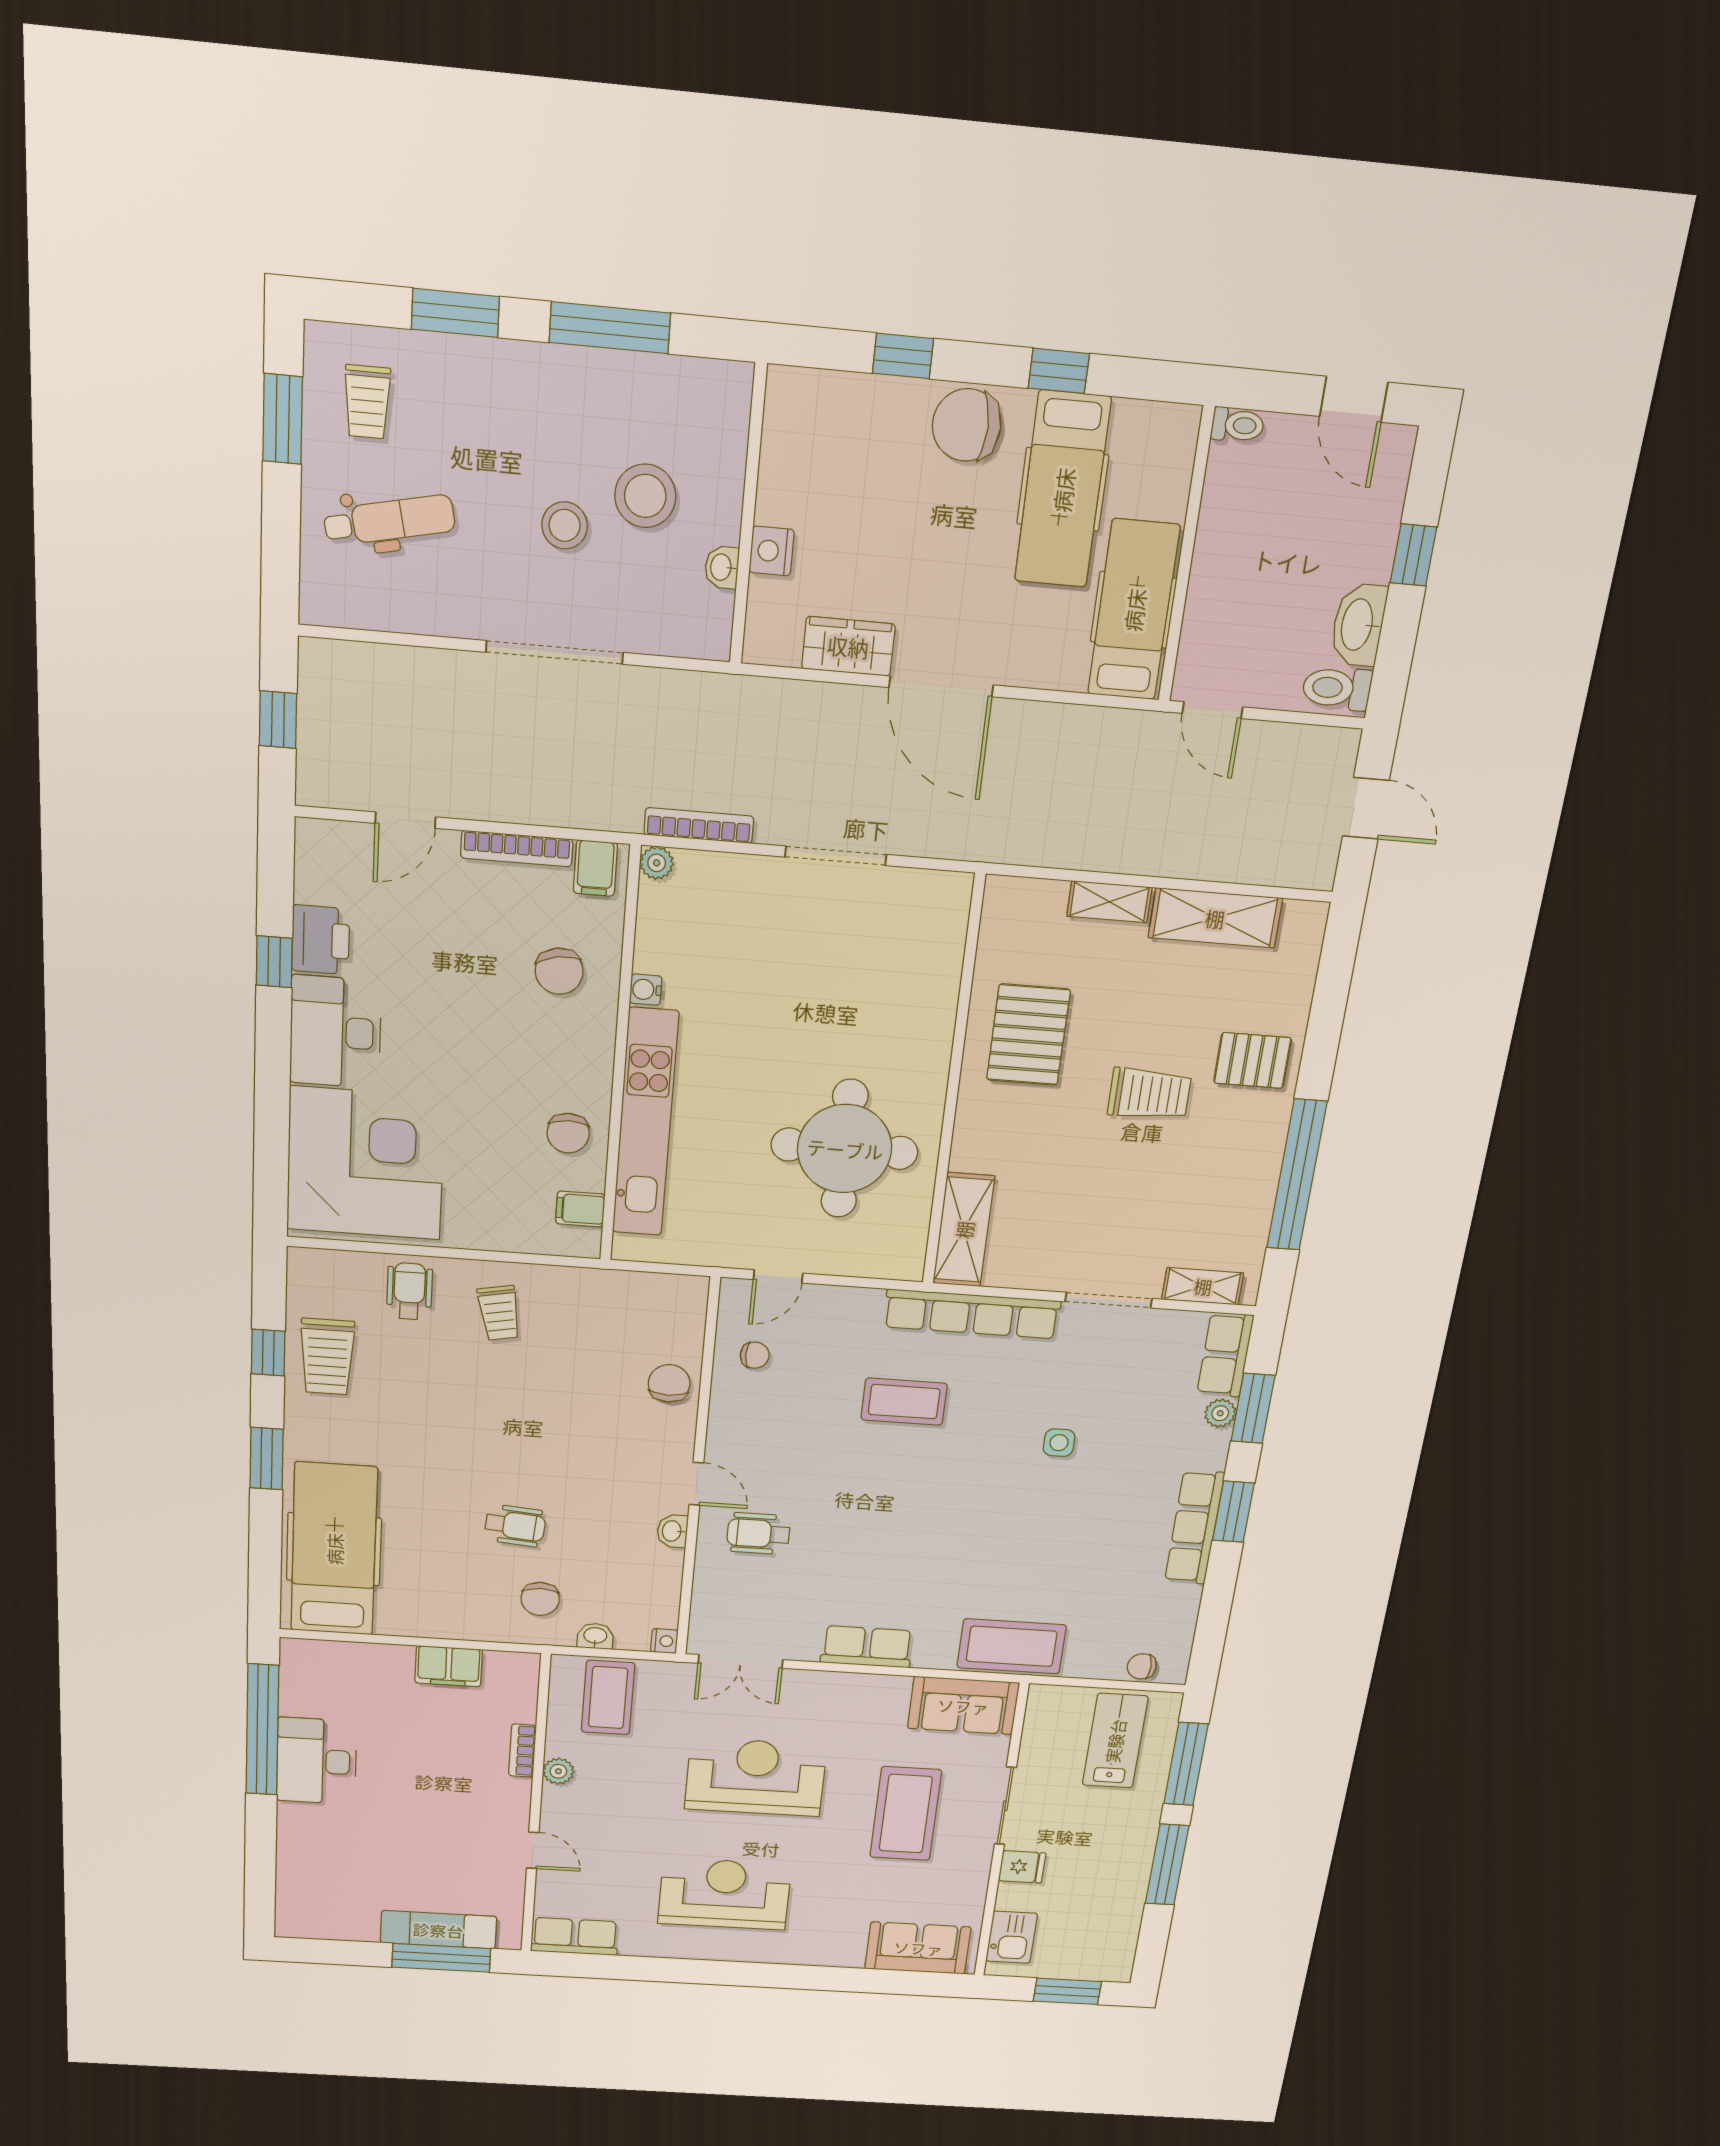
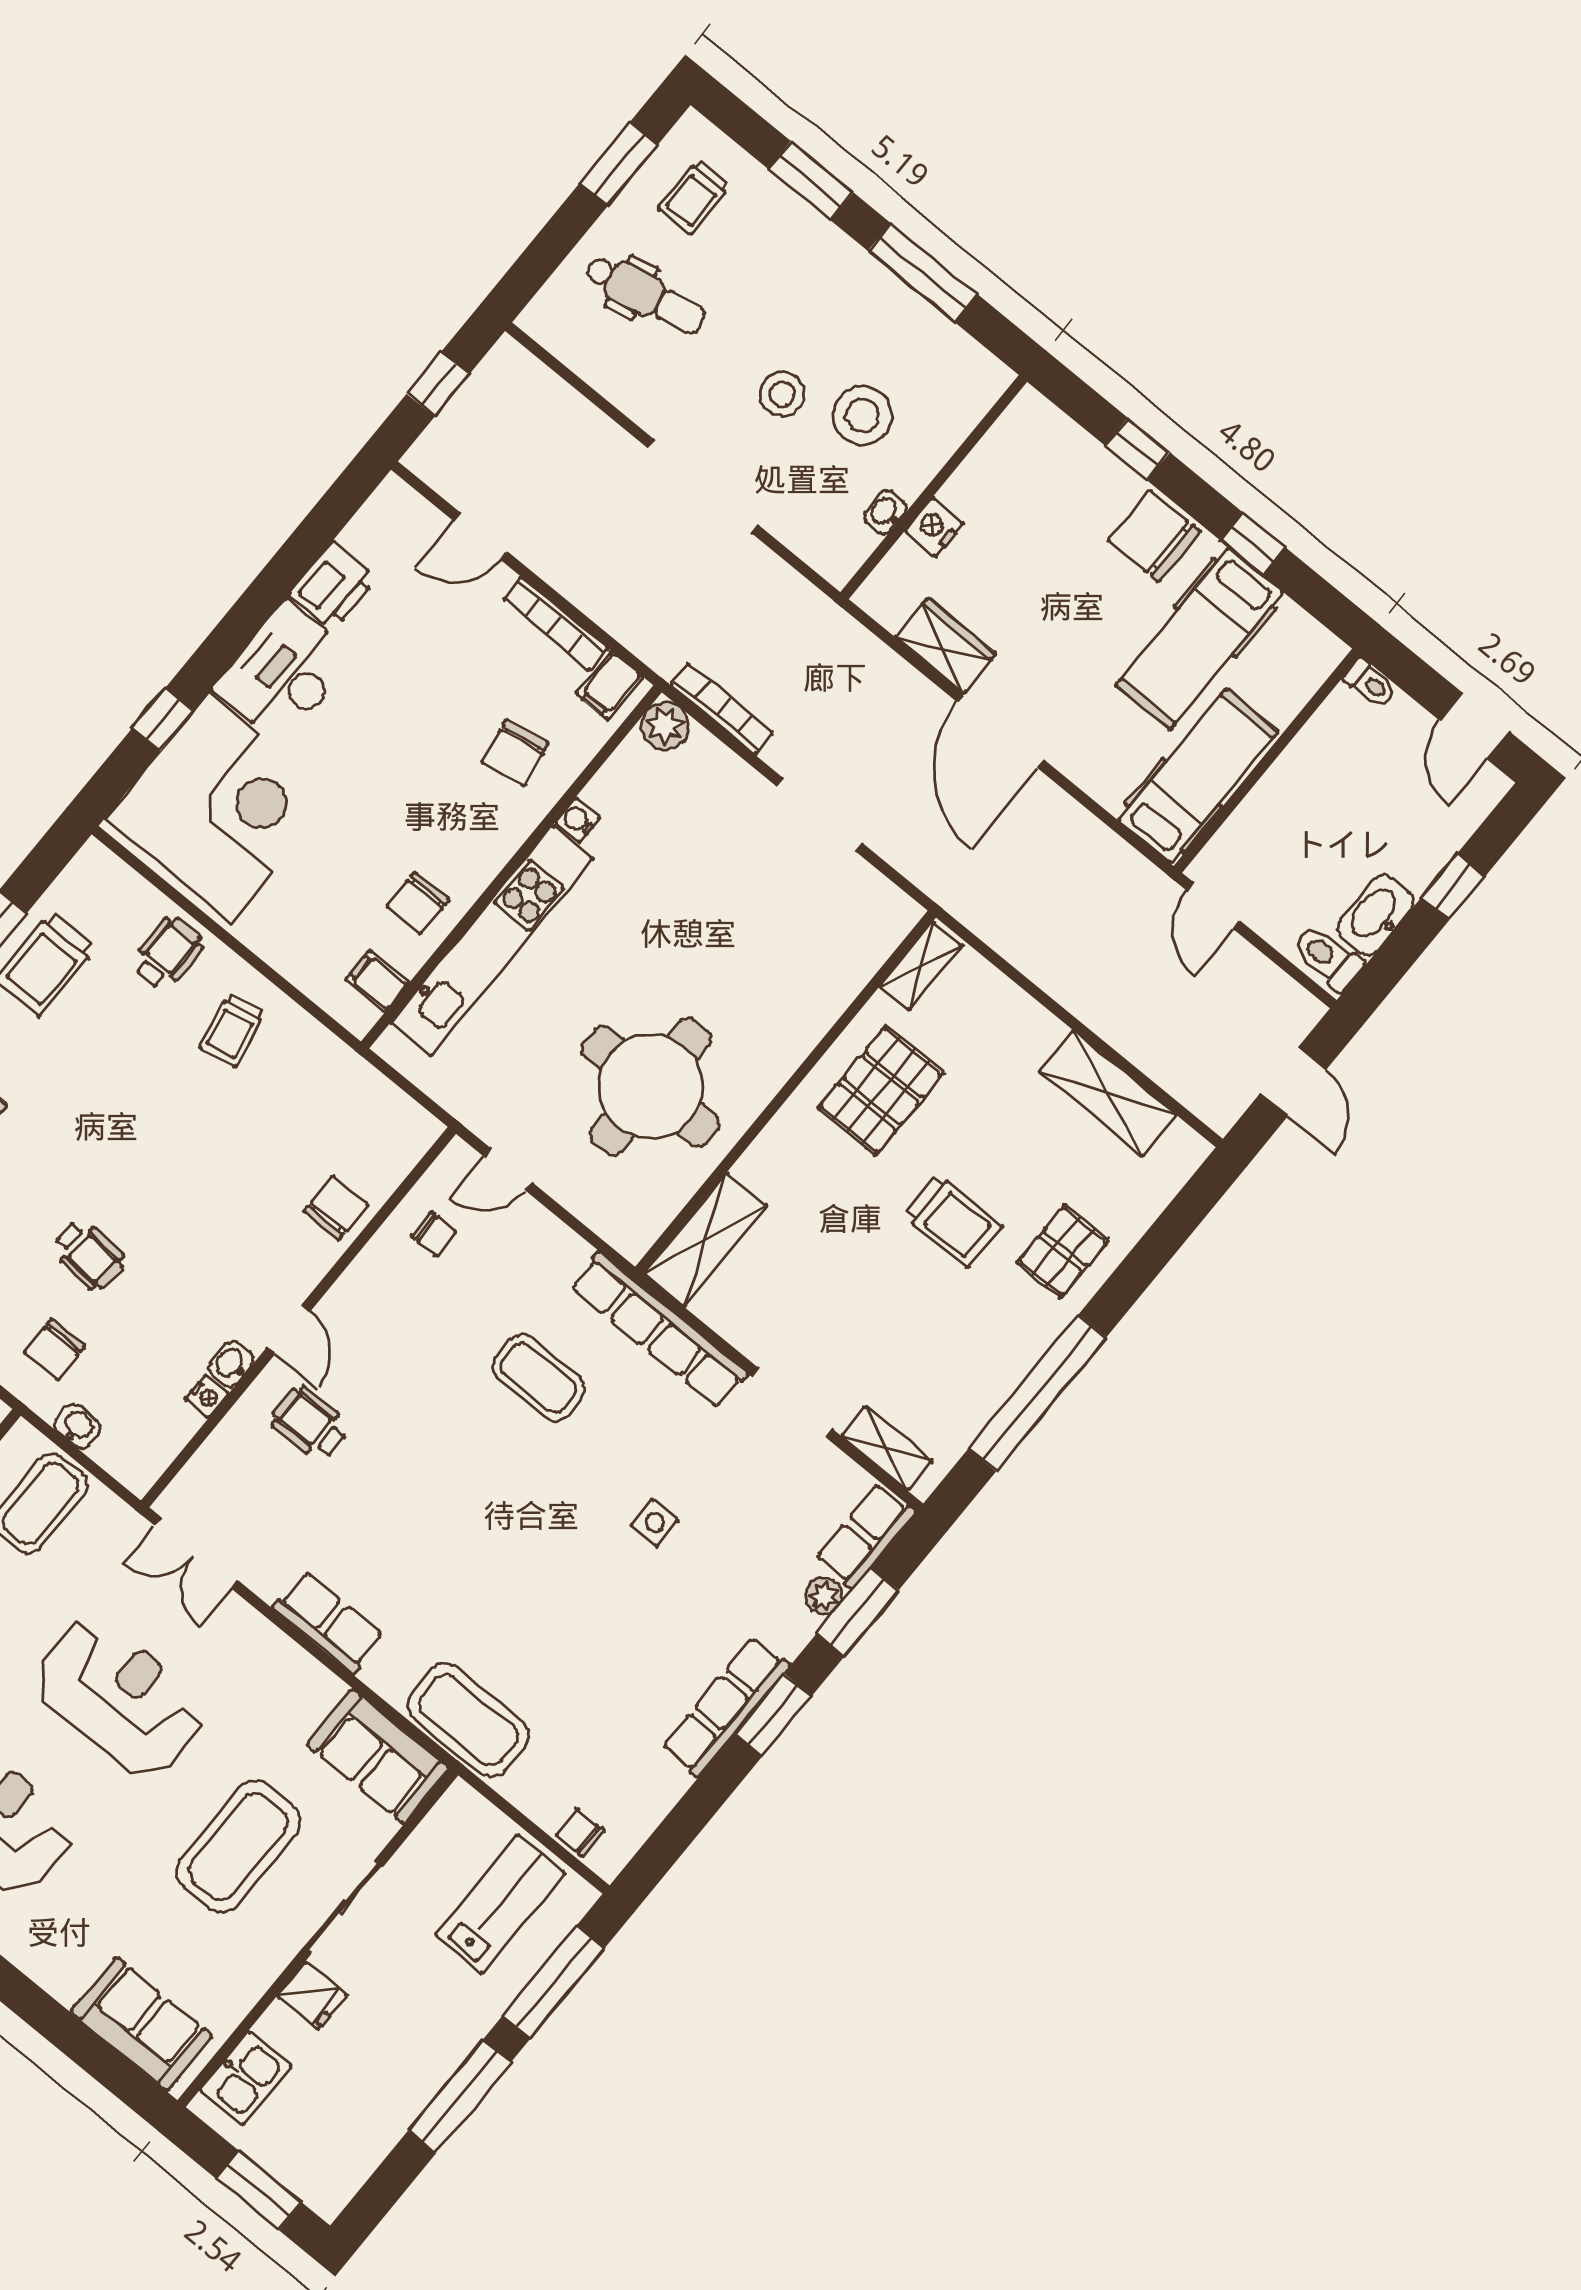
plant: (657, 863) -> (665, 726), width x1.38, depth x1.38
shelving: (1109, 902) -> (921, 966), moved, turned 90
window: (274, 962) -> (163, 719), moved
pallet: (1253, 1060) -> (1063, 1251), turned 90
nightstand: (664, 1641) -> (207, 1396), moved

